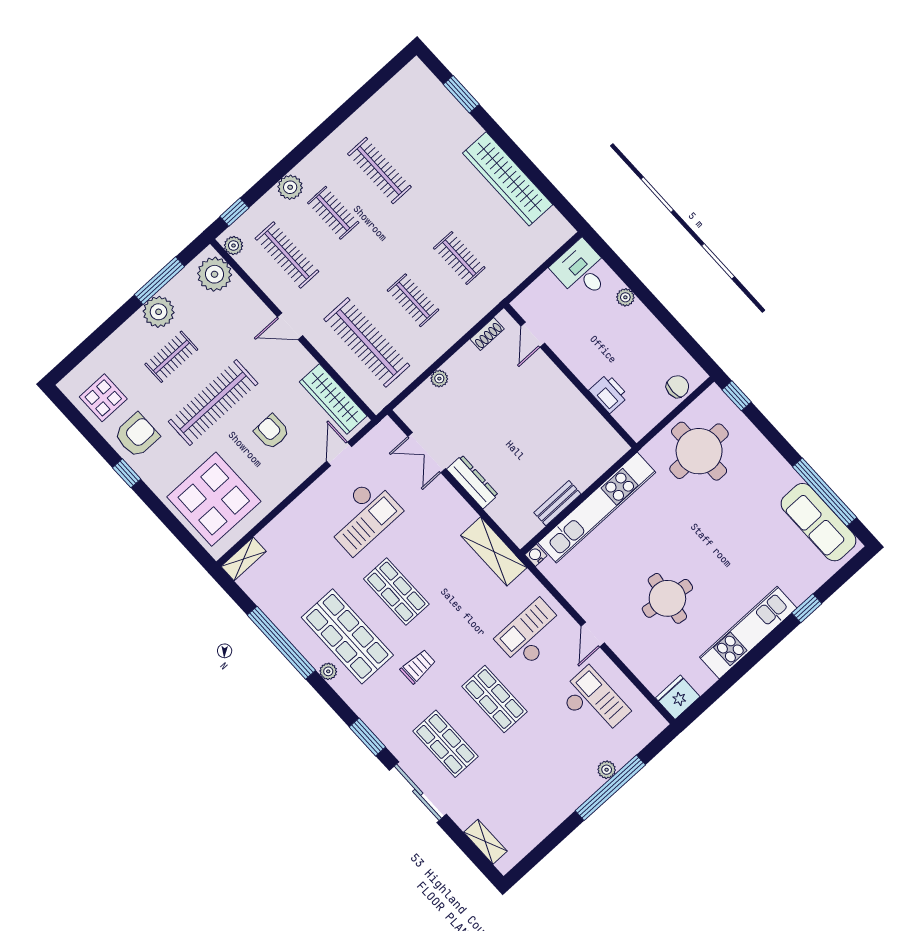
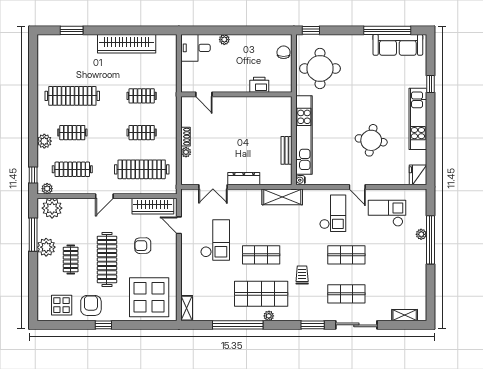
clothes rail: (379, 170) -> (72, 96), width x1.37, depth x1.31
shoe rack: (487, 334) -> (186, 137), moved
checkout: (531, 634) -> (333, 213), turned 180

